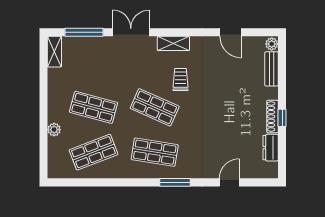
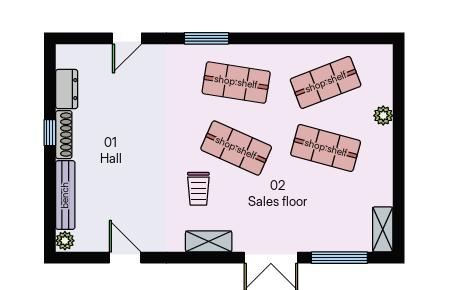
bench: (271, 69) -> (65, 195), width x1.36

